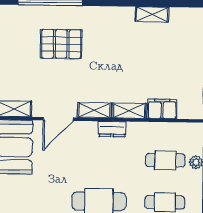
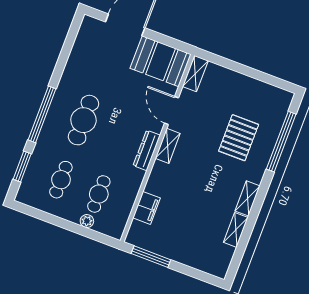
shelving: (129, 111) -> (248, 198), moved
dresser: (112, 129) -> (147, 150), width x1.44

